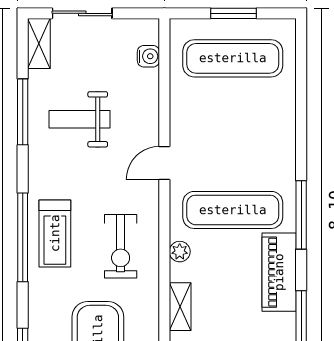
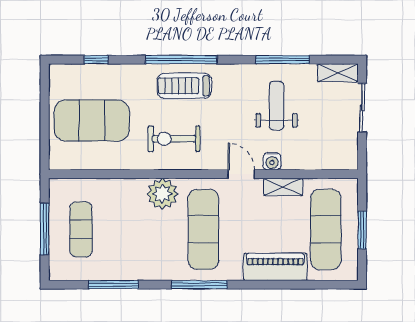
water cooler: (148, 56) -> (272, 161), moved
plant: (180, 252) -> (162, 194), width x1.88, depth x1.88
piano: (279, 272) -> (275, 267), moved
shelving: (180, 307) -> (283, 187), moved

